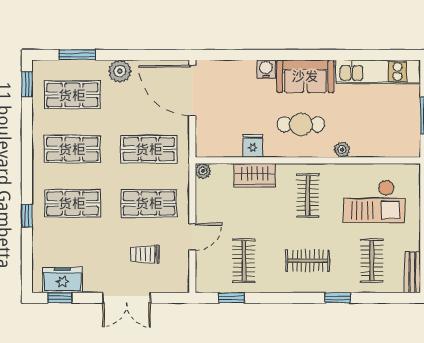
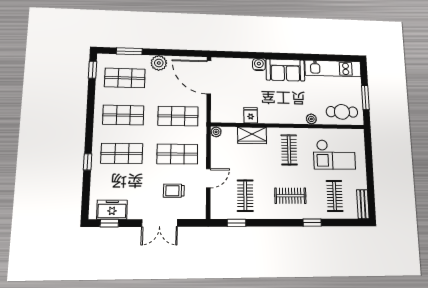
cafe table: (301, 124) -> (342, 112), moved

